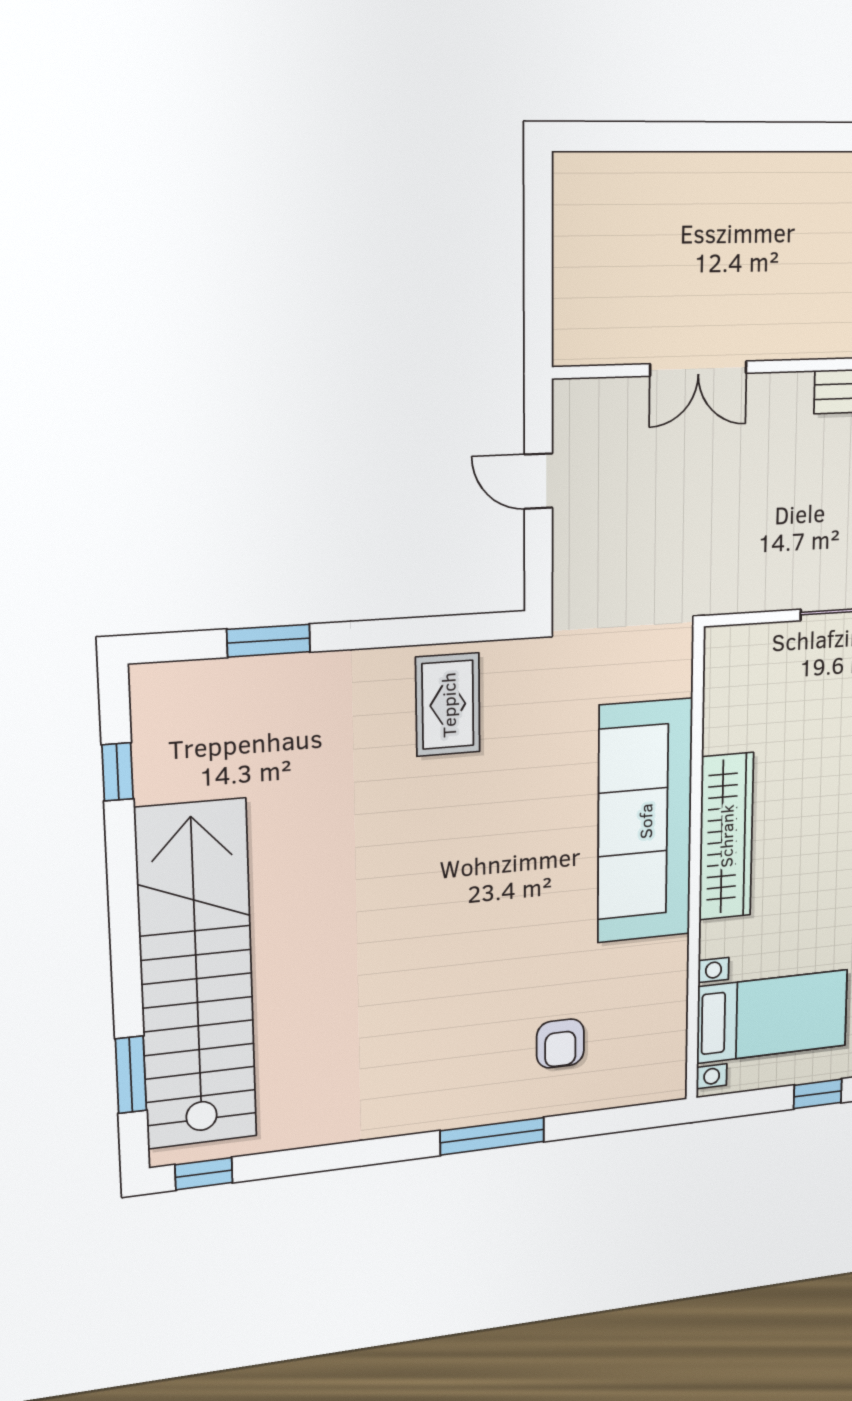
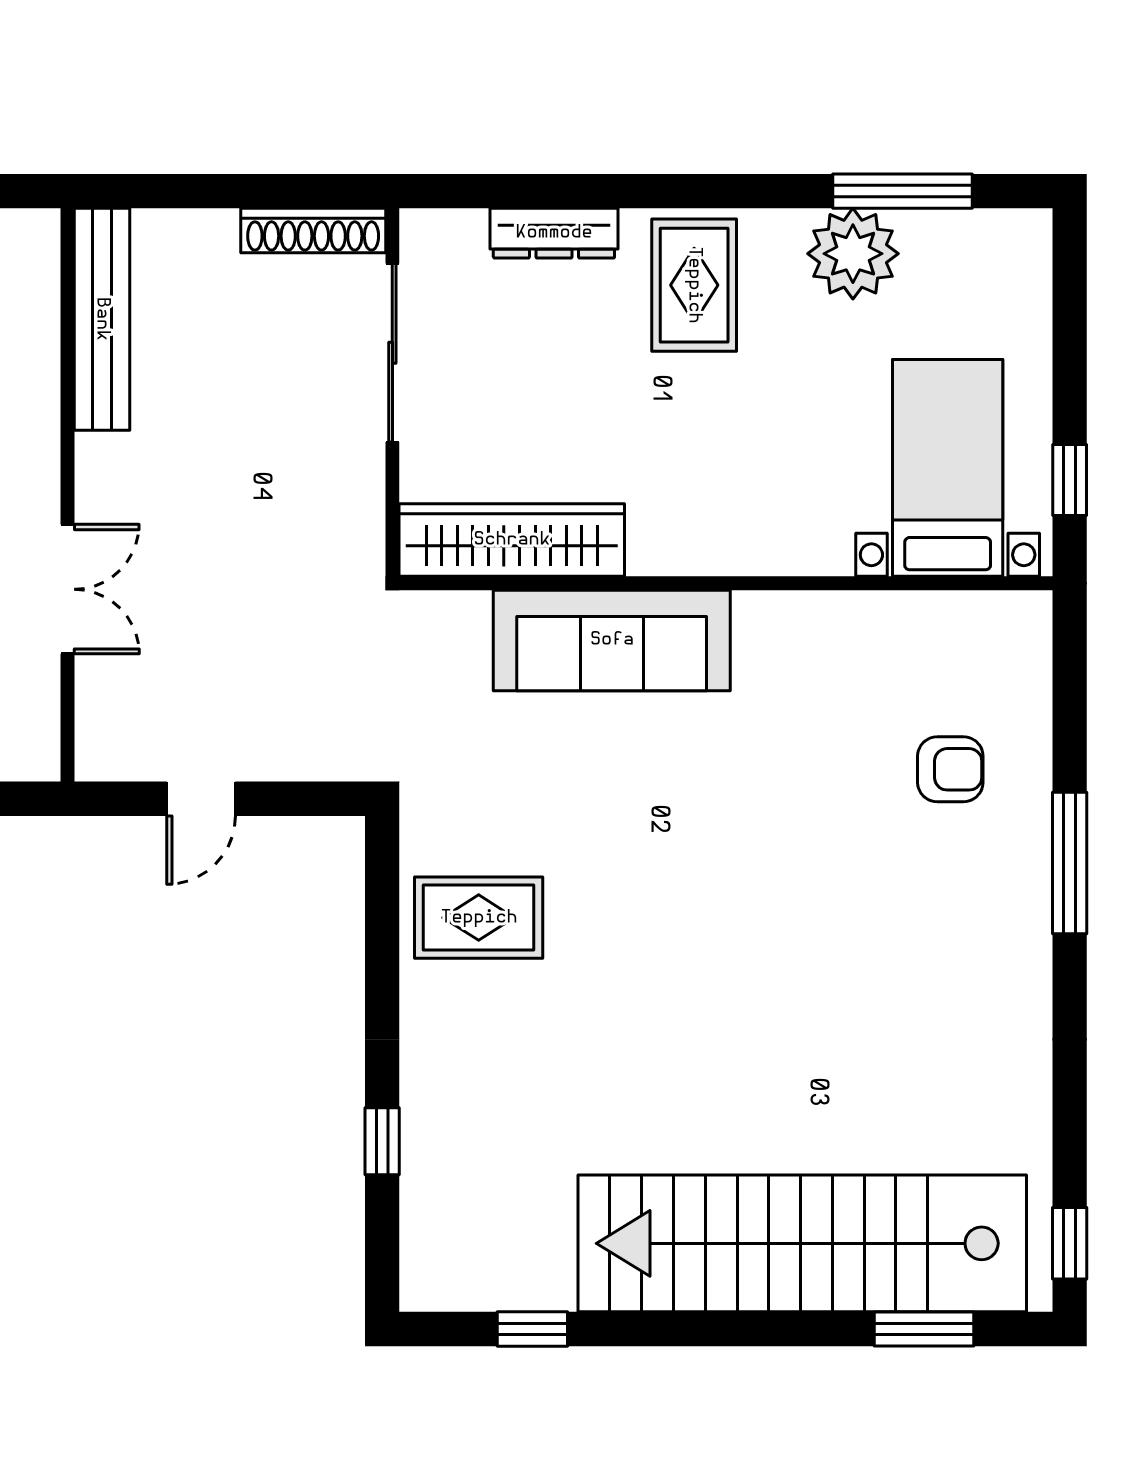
window: (269, 641) -> (382, 1141), width x0.67
sofa: (645, 821) -> (612, 640), width x0.74, depth x0.79
wardrobe: (726, 836) -> (512, 540), moved
window: (818, 1094) -> (1070, 480), moved

